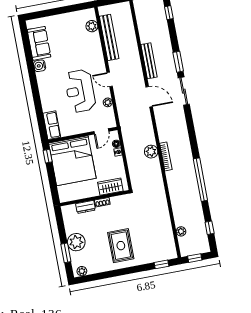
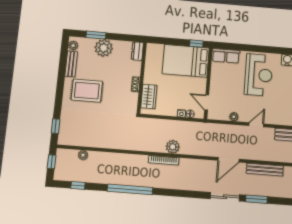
reception desk: (80, 91) -> (259, 75), moved, turned 90
bed: (72, 161) -> (186, 61), width x0.73
dresser: (86, 207) -> (137, 51), moved
bench: (100, 268) -> (71, 64), added

